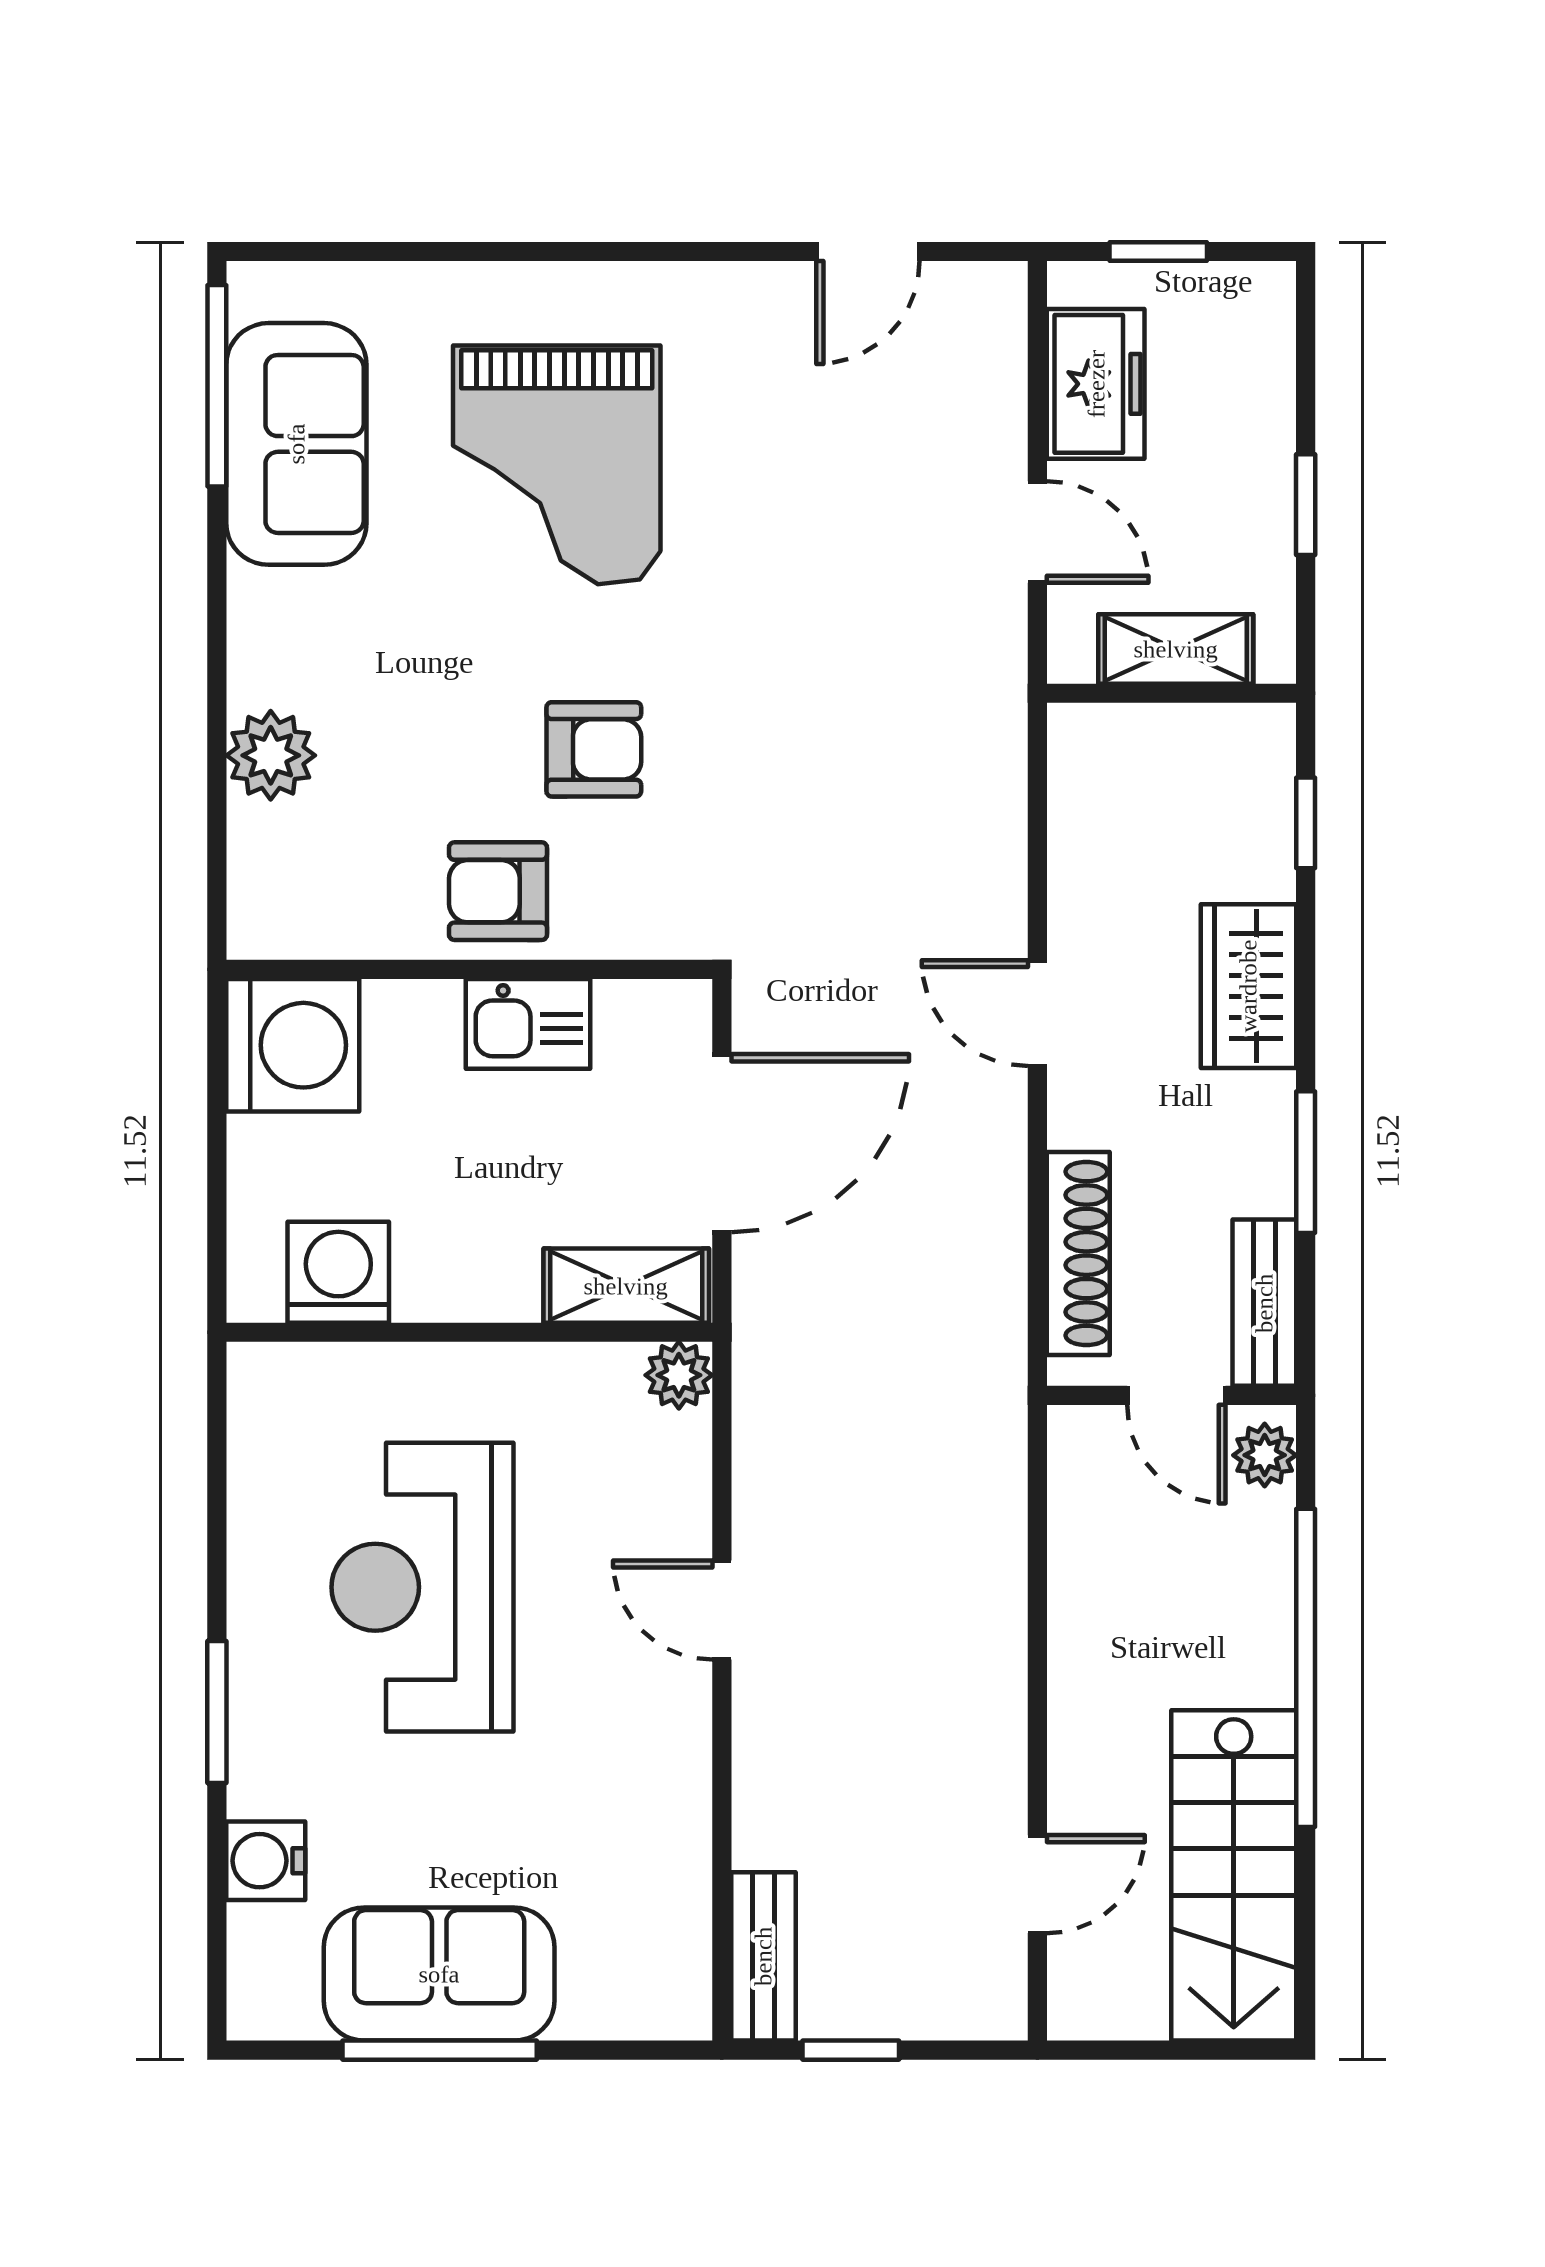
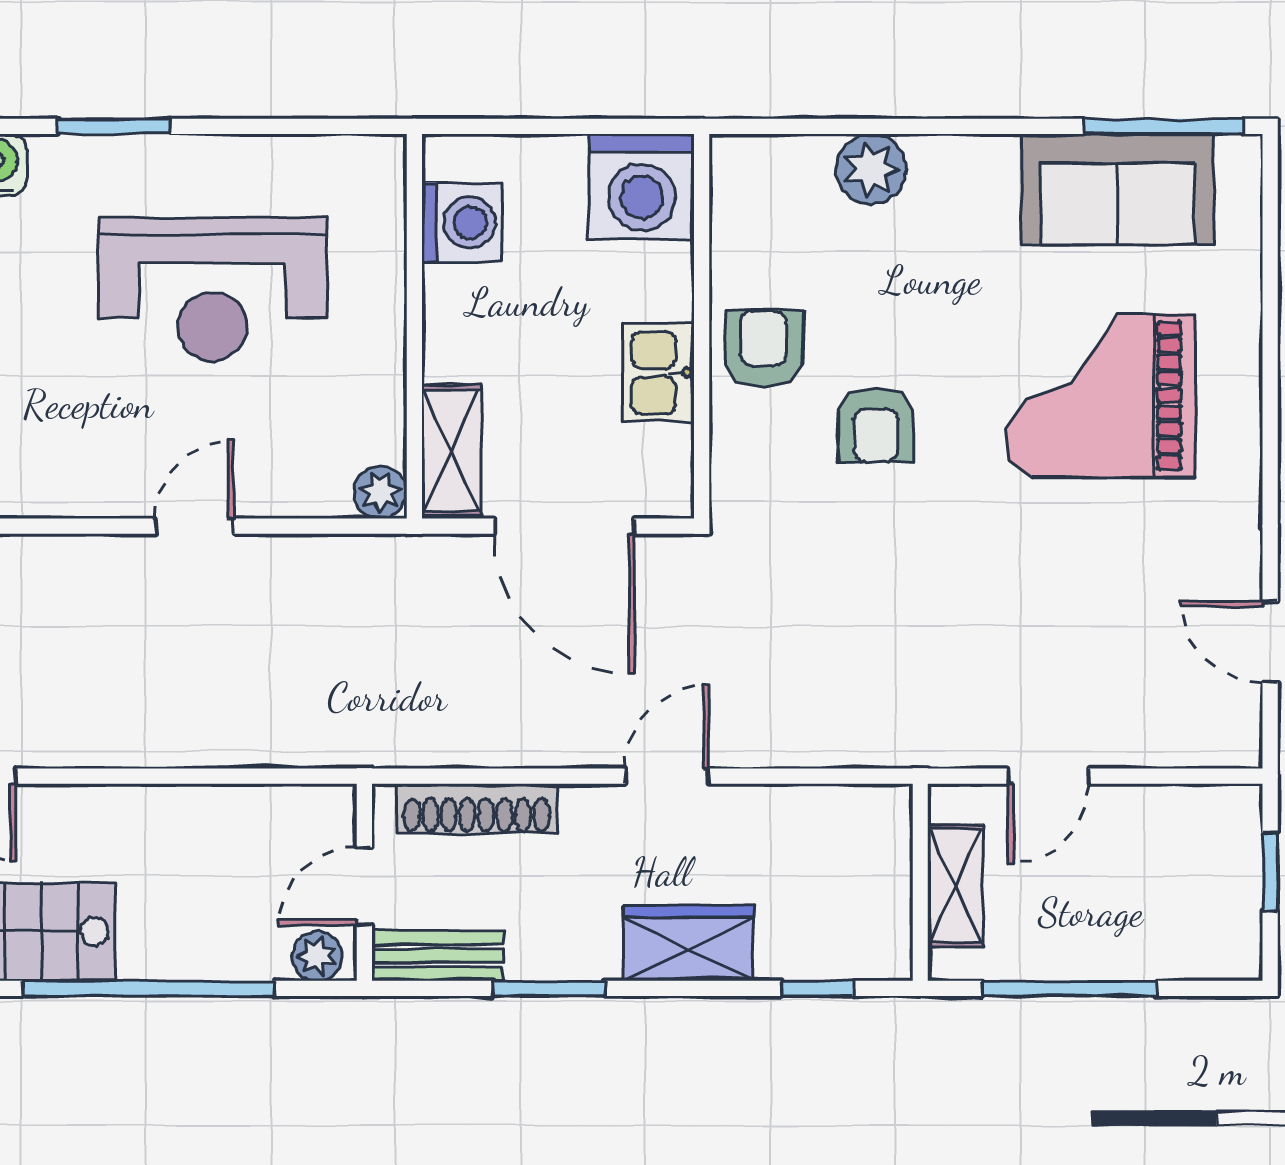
freezer: (1096, 384) -> (1165, 822), removed
window: (1306, 505) -> (1070, 988), width x2.17
reception desk: (423, 1587) -> (212, 289), turned 180

